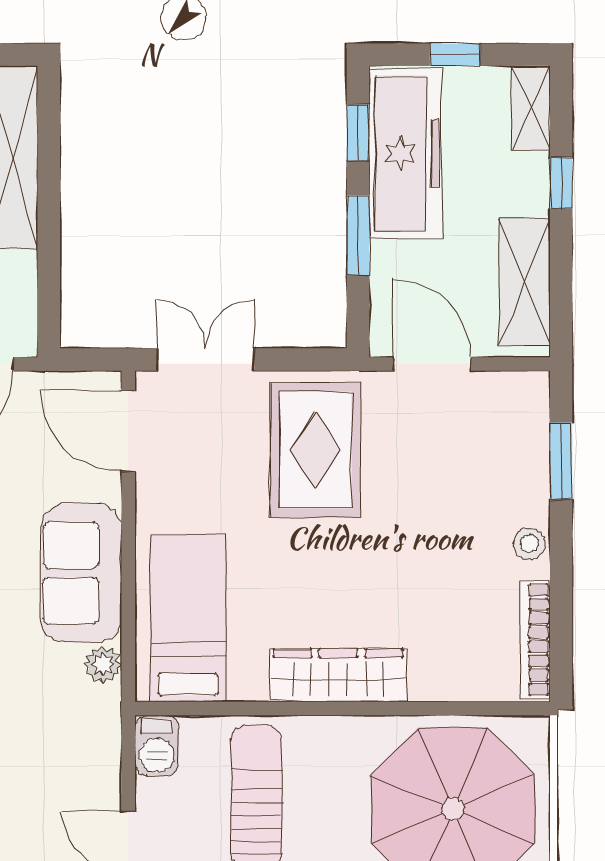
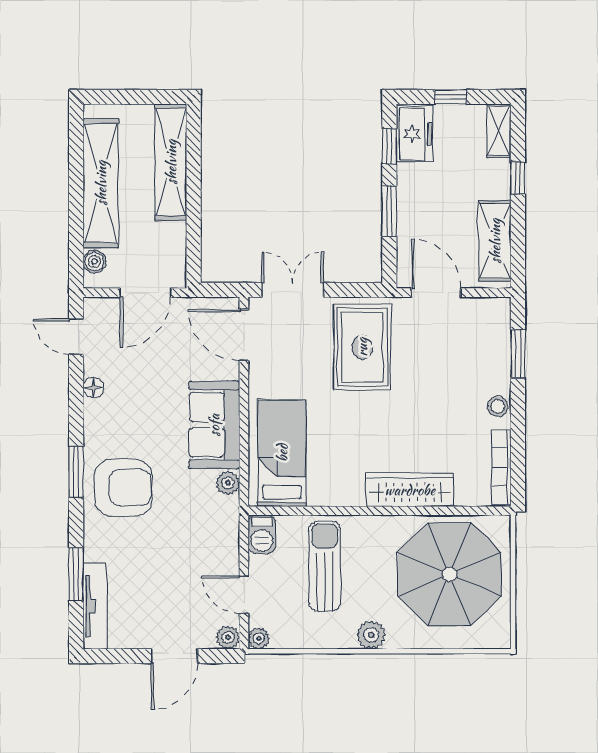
freezer: (405, 154) -> (415, 134), width x0.52, depth x0.79
wardrobe: (338, 675) -> (410, 490), moved

